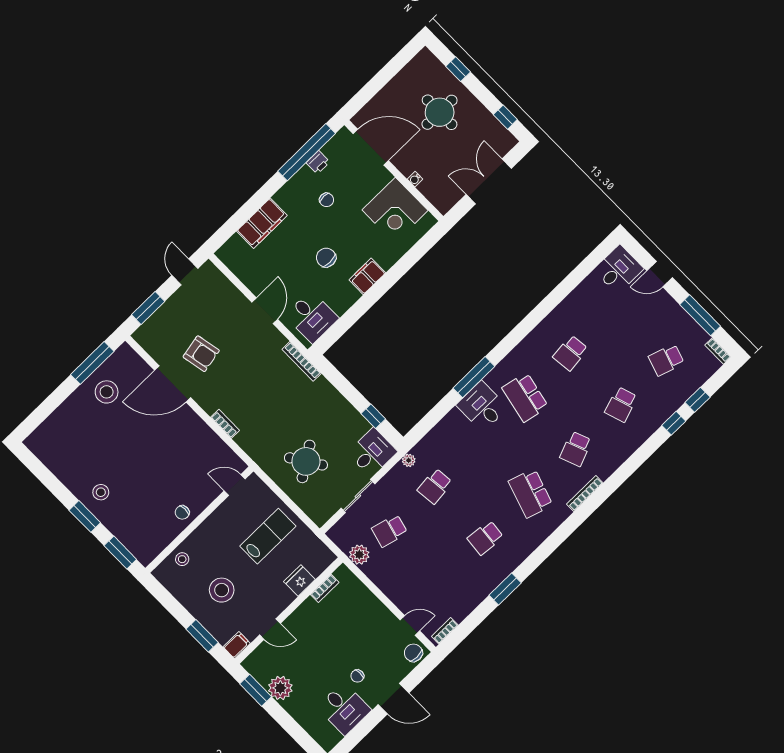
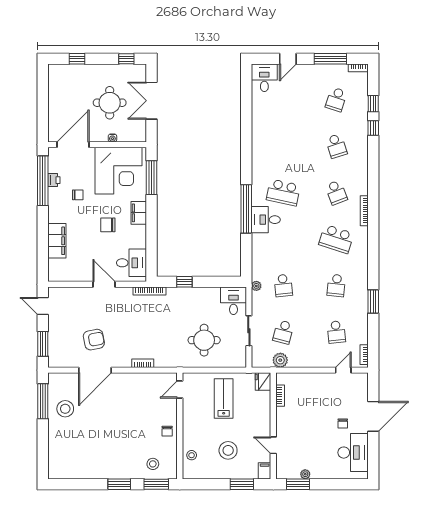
round table: (440, 112) -> (110, 103), moved
corner desk: (395, 210) -> (118, 171), width x1.36, depth x1.36
window: (414, 255) -> (152, 178), added
school desk: (570, 353) -> (336, 332), moved
window: (474, 377) -> (246, 209), width x1.46
window: (373, 416) -> (184, 282), moved
round table: (306, 461) -> (204, 340), turned 33
stool: (101, 492) -> (153, 464), moved
fridge: (299, 581) -> (263, 382), moved
door: (270, 629) -> (273, 445), swing flipped
chair: (413, 653) -> (359, 382), removed
plant: (280, 688) -> (305, 474), width x0.53, depth x0.53
door: (393, 699) -> (373, 416), width x1.36
desk: (344, 709) -> (353, 453), width x1.37

